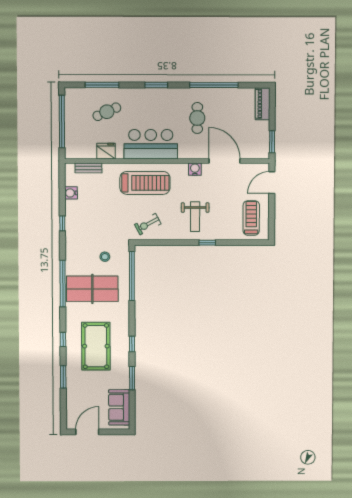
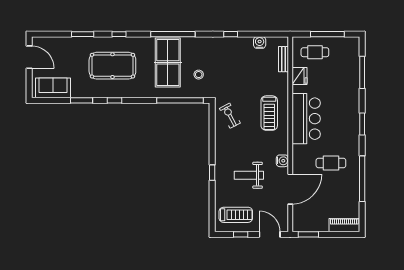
cafe table: (107, 112) -> (315, 52), moved, turned -66
window: (62, 122) -> (327, 34), width x0.68
treadmill: (145, 183) -> (269, 113), width x0.73, depth x0.73
window: (272, 213) -> (241, 234), added
weight bench: (195, 217) -> (249, 175), moved

